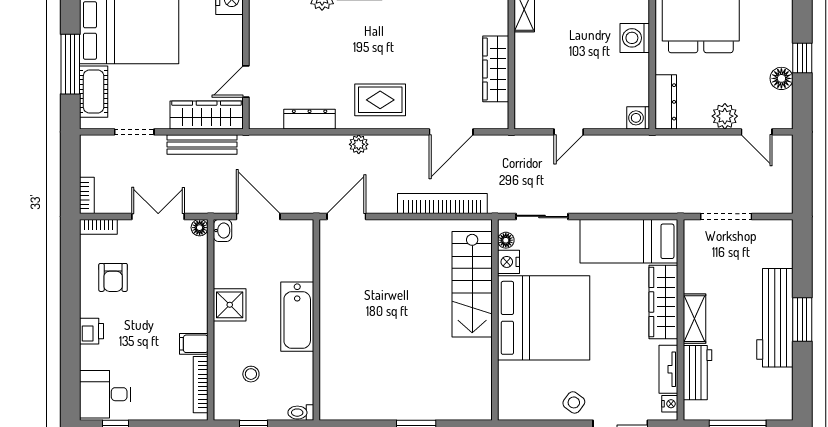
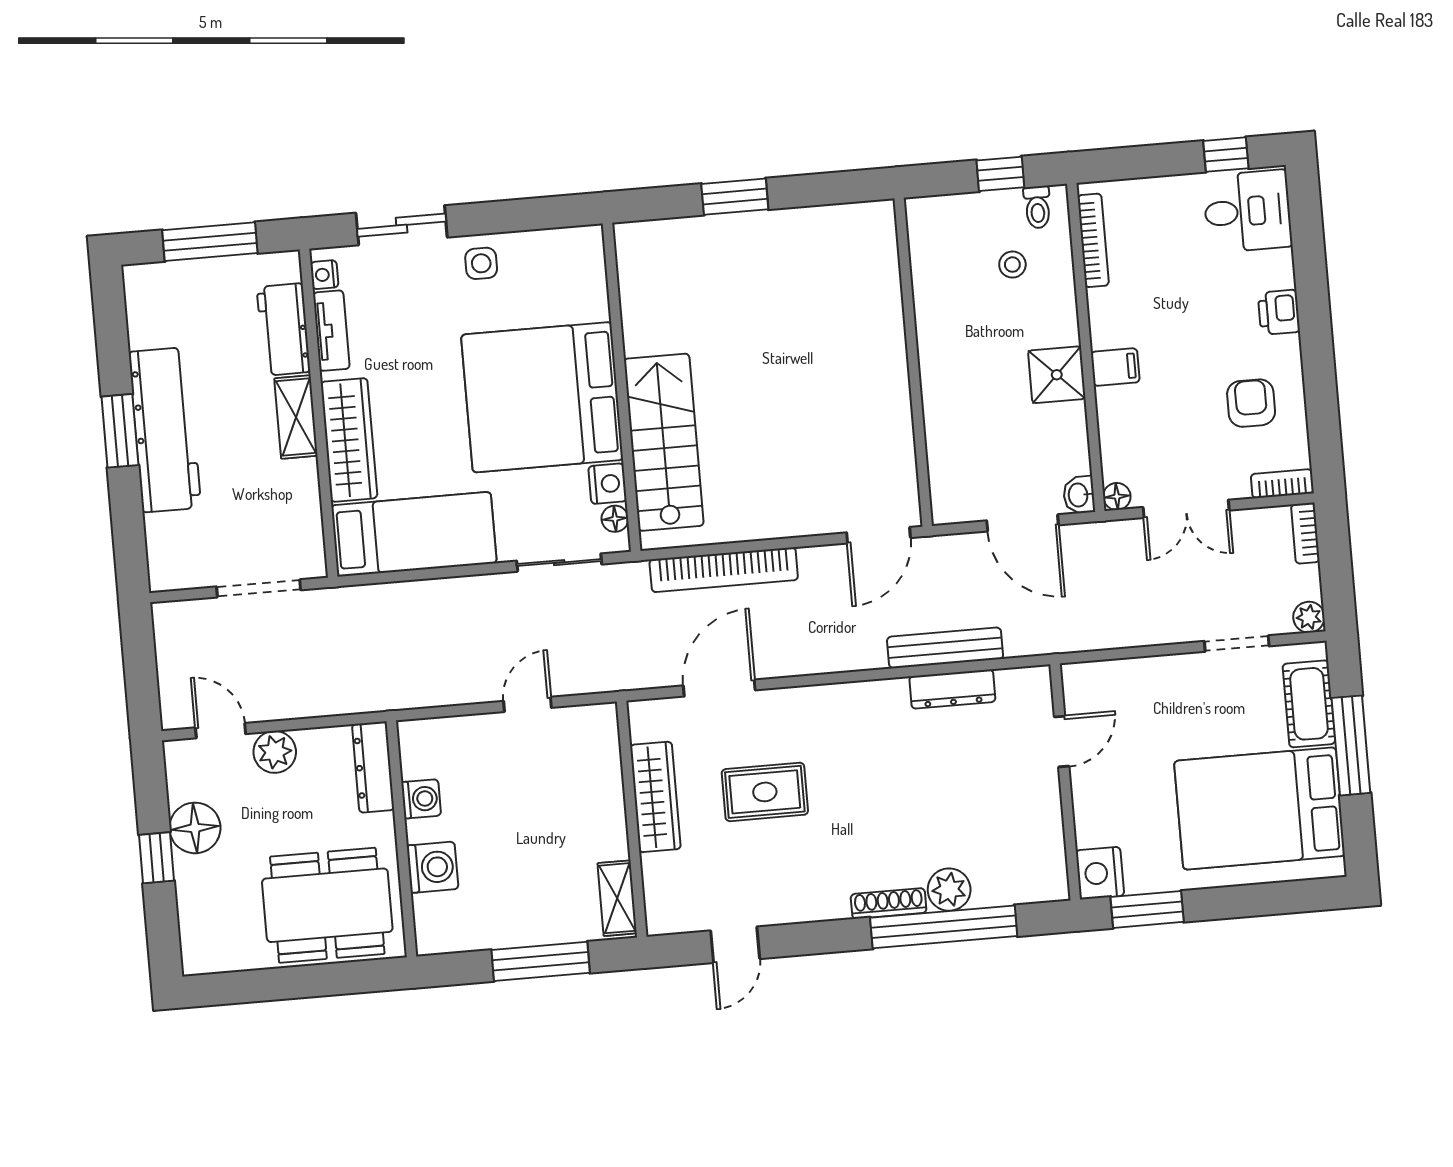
floor lamp: (781, 78) -> (195, 828), width x1.38, depth x1.38
rug: (380, 100) -> (765, 792), moved
wardrobe: (207, 115) -> (1121, 681), removed
washing machine: (638, 118) -> (421, 799), moved
plant: (359, 144) -> (1309, 617), moved
bench: (202, 145) -> (945, 648), moved
bathtub: (297, 317) -> (945, 365), removed
filing cabinet: (194, 344) -> (1115, 367), moved
side table: (574, 402) -> (481, 263), turned -37
toilet: (301, 413) -> (1037, 207), moved, turned 90

